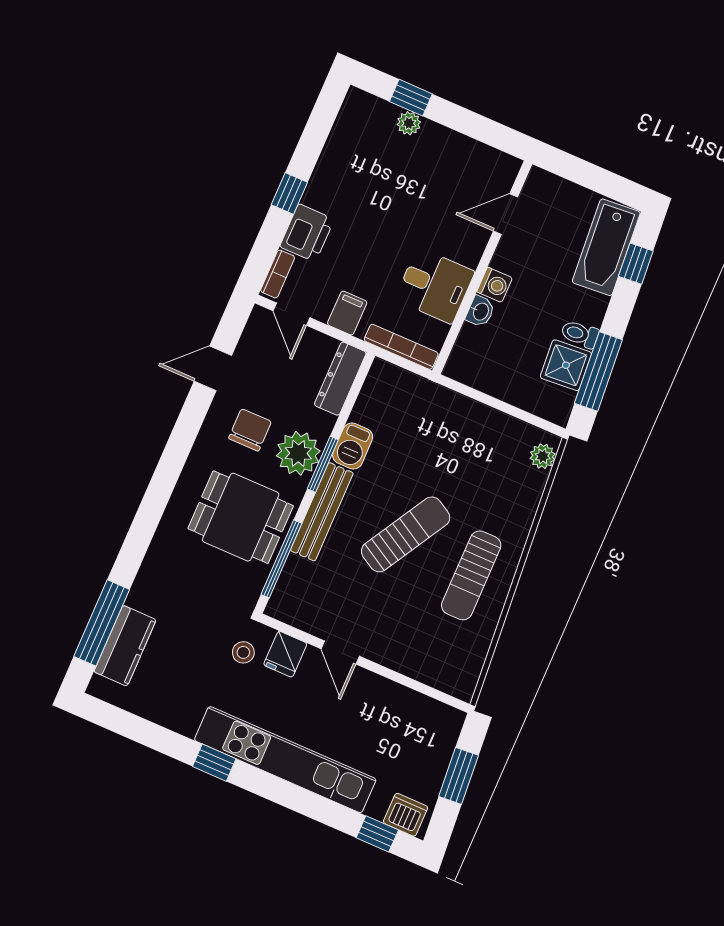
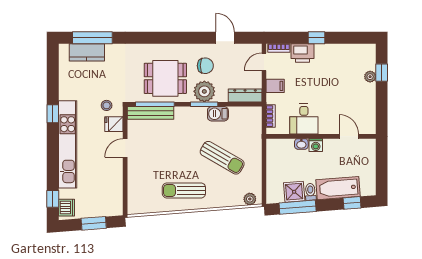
bathtub: (606, 247) -> (338, 188), moved
bookcase: (401, 347) -> (271, 116), width x0.64
bench: (322, 512) -> (150, 113), moved
dining table: (241, 517) -> (165, 78), turned 90
sun lounger: (406, 534) -> (222, 158), moved

